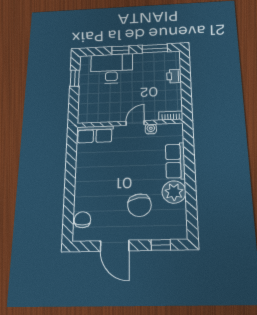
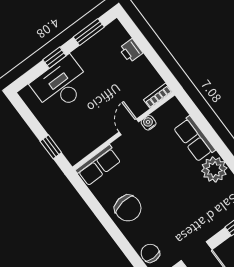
window: (75, 78) -> (51, 147), moved
chair: (139, 205) -> (128, 208), moved

